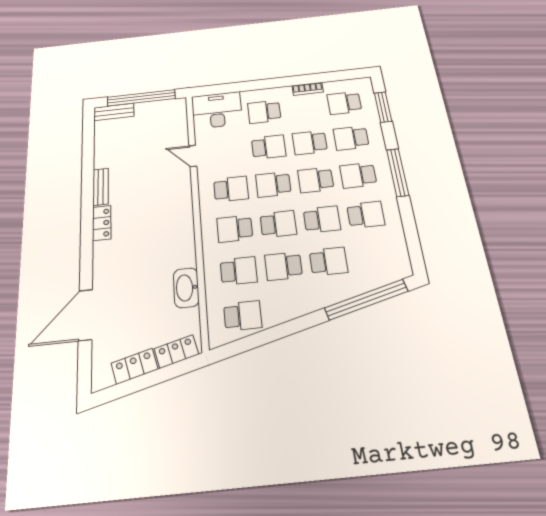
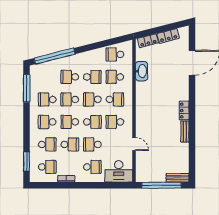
window: (398, 173) -> (27, 88), moved
school desk: (358, 175) -> (47, 122), turned 180
school desk: (316, 180) -> (70, 122), turned 180

